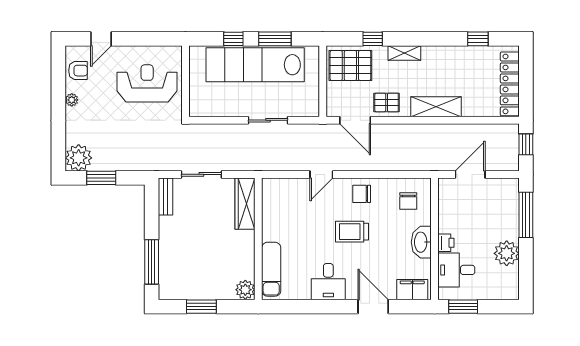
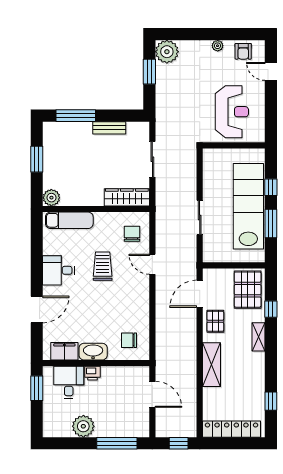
chair: (362, 194) -> (132, 234), moved
bench: (166, 197) -> (109, 128), moved
trolley: (352, 232) -> (103, 266), moved
filing cabinet: (412, 290) -> (64, 351), moved, turned -90

